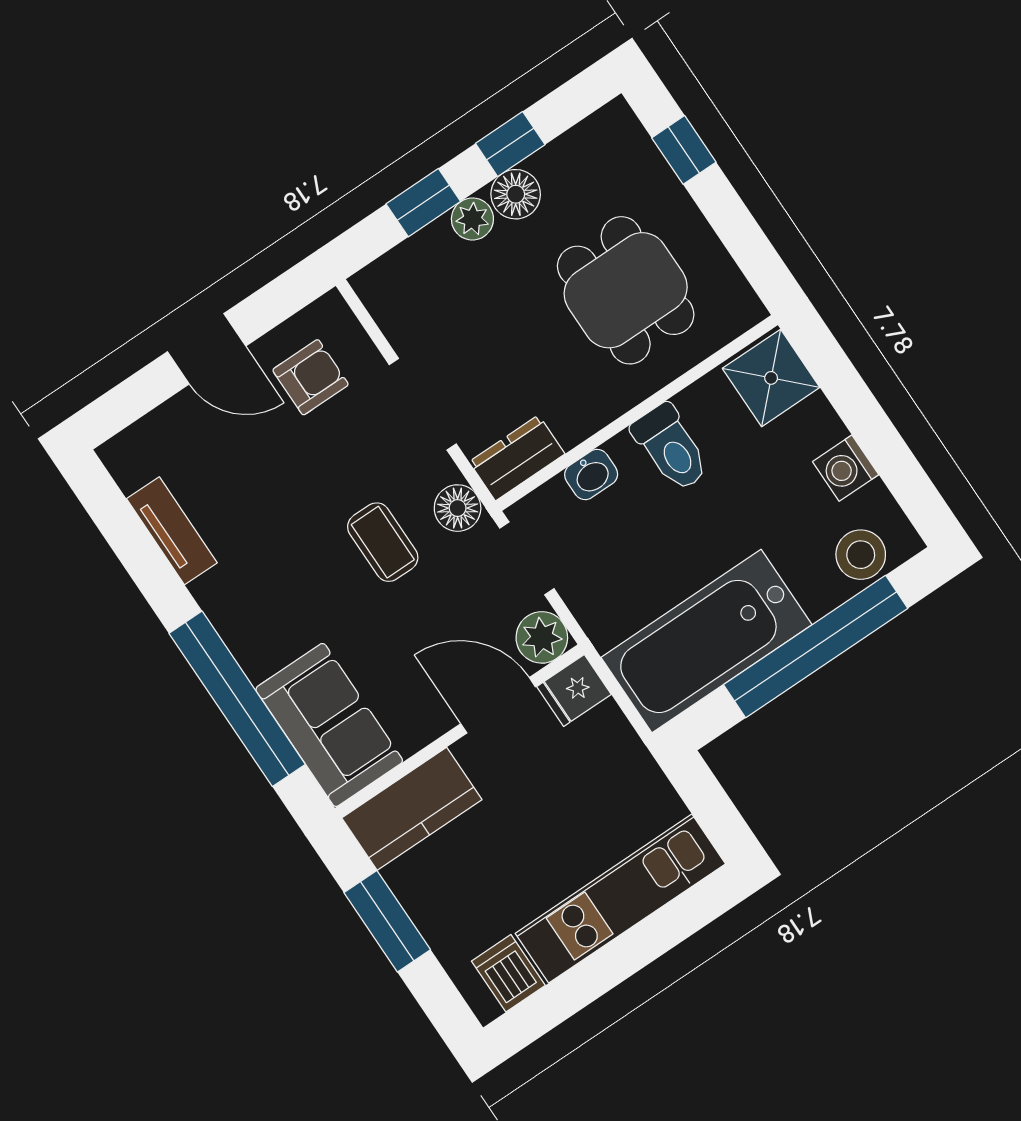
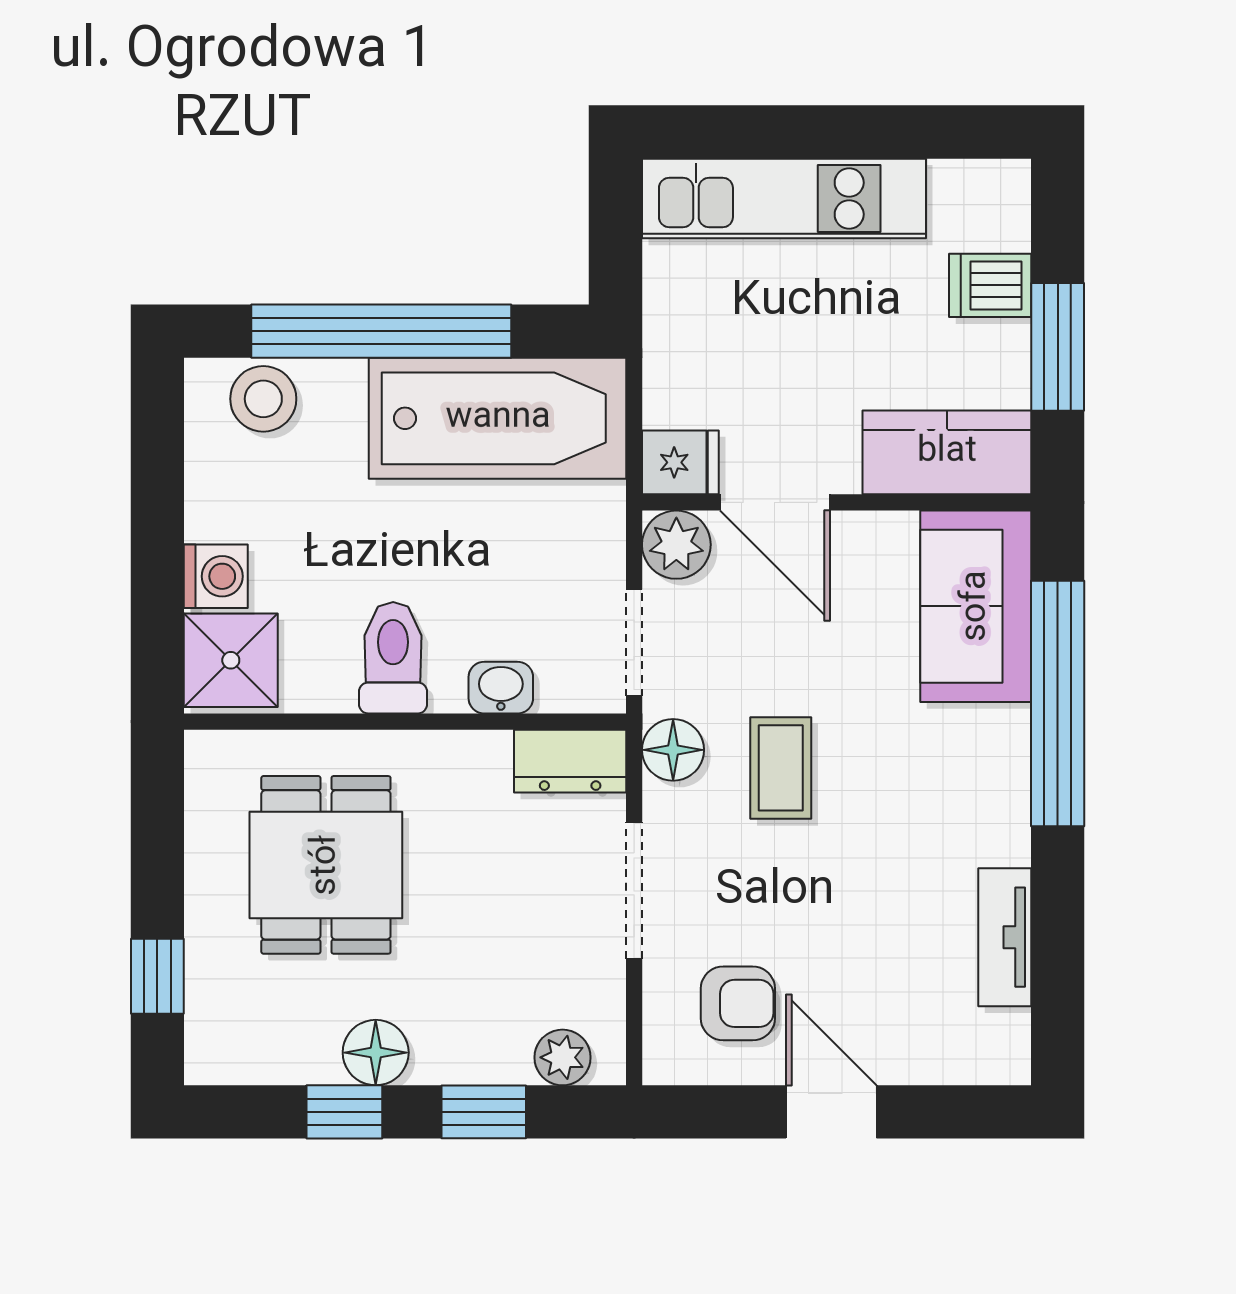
plant: (472, 219) -> (562, 1057), moved
armchair: (310, 377) -> (738, 1003), turned 180
washing machine: (846, 468) -> (216, 576), moved
dishwasher: (508, 973) -> (990, 285), moved, turned 90

